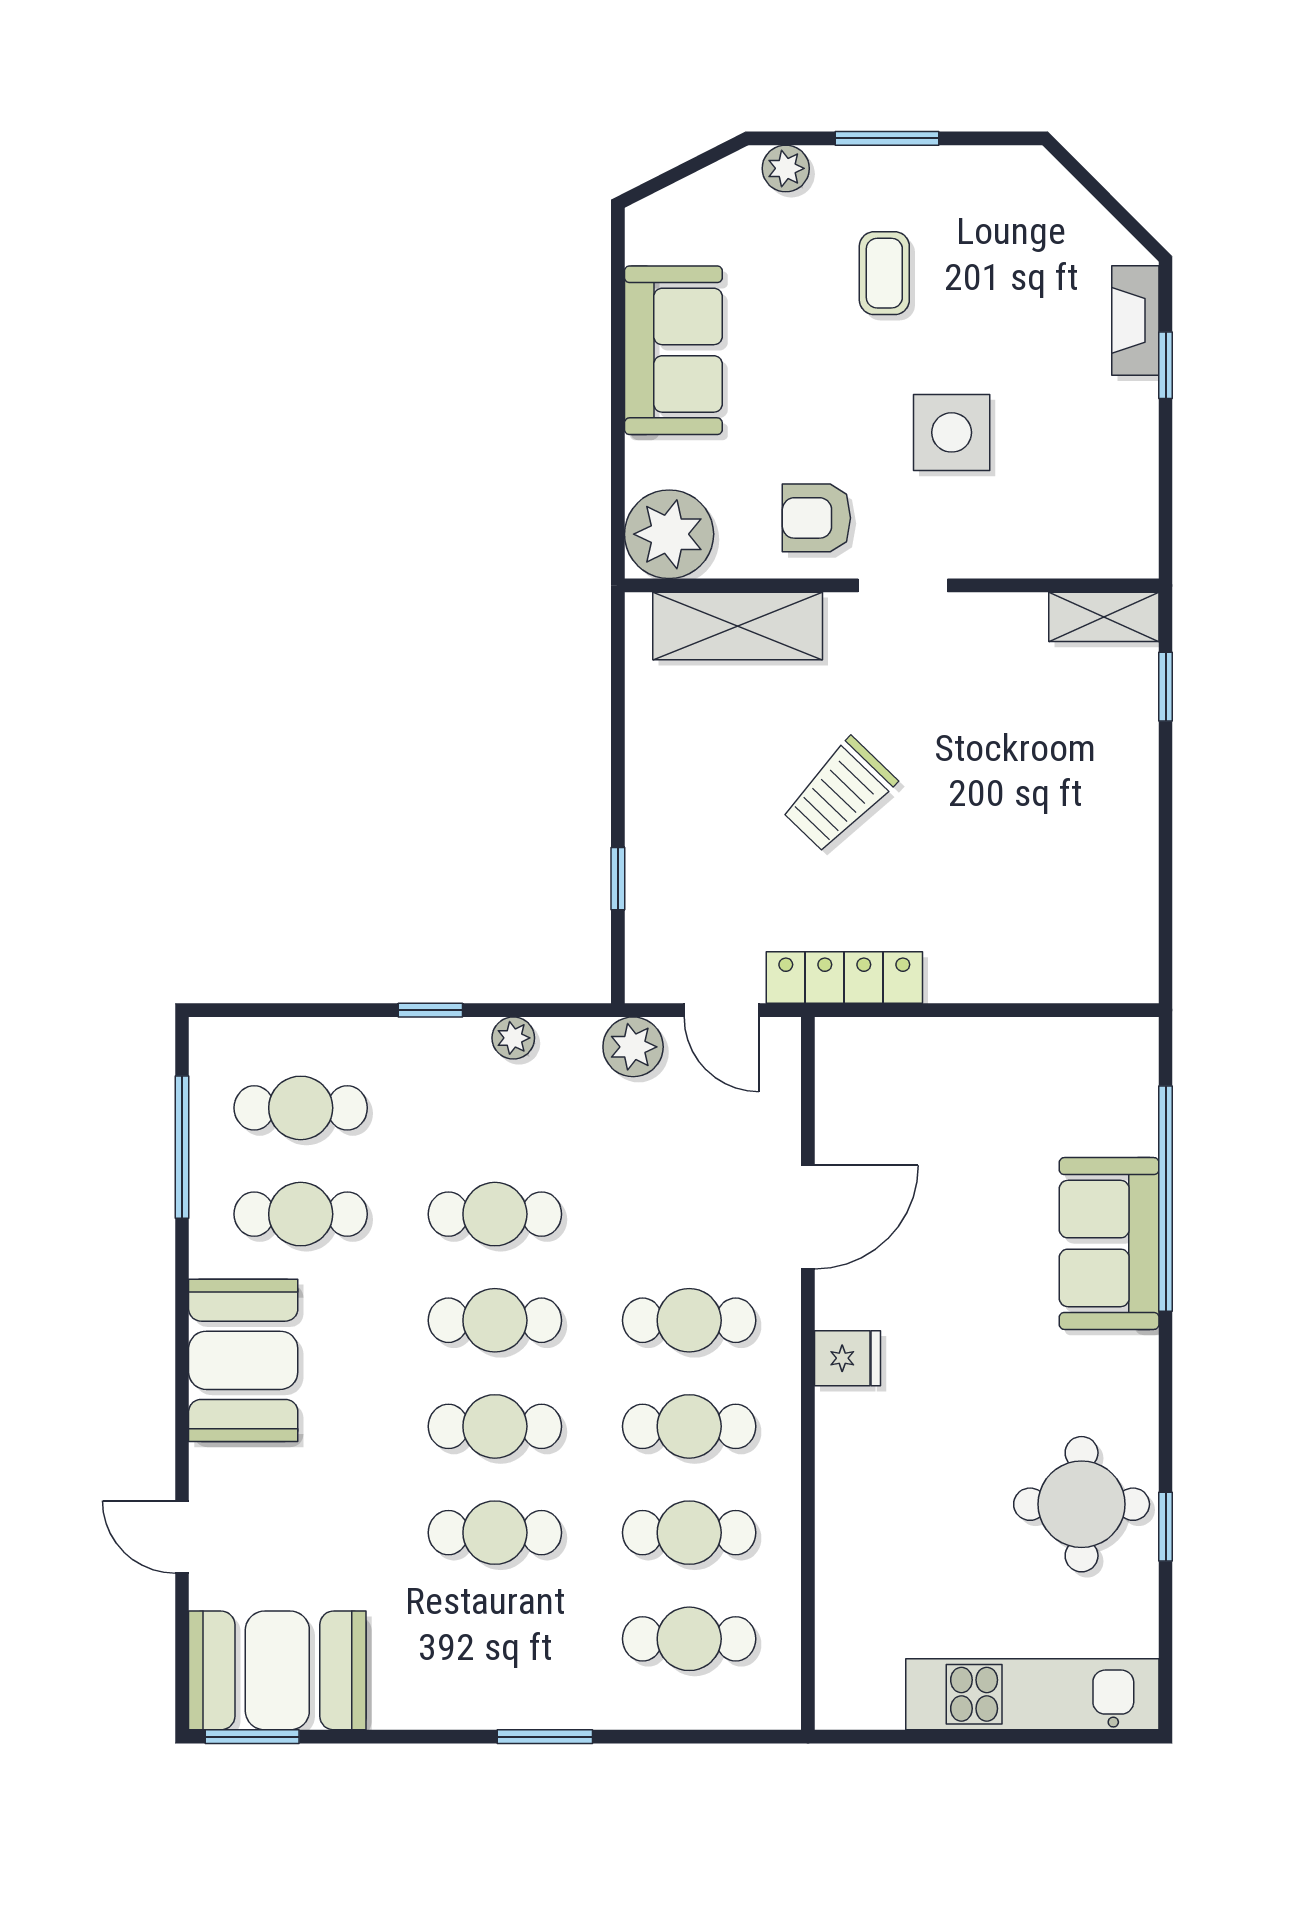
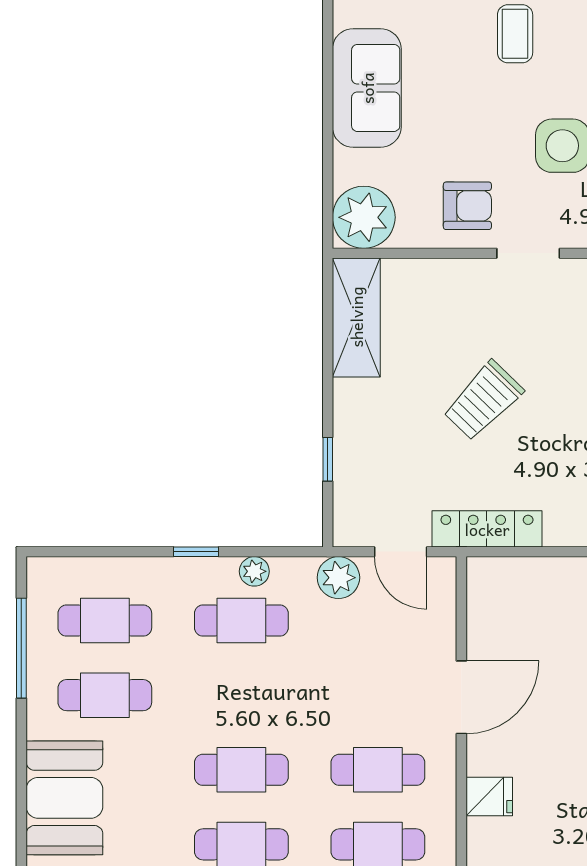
armchair: (816, 518) -> (467, 206), turned 180
shelving: (738, 626) -> (356, 317), moved, turned 90
cafe table: (495, 1214) -> (241, 621), moved

